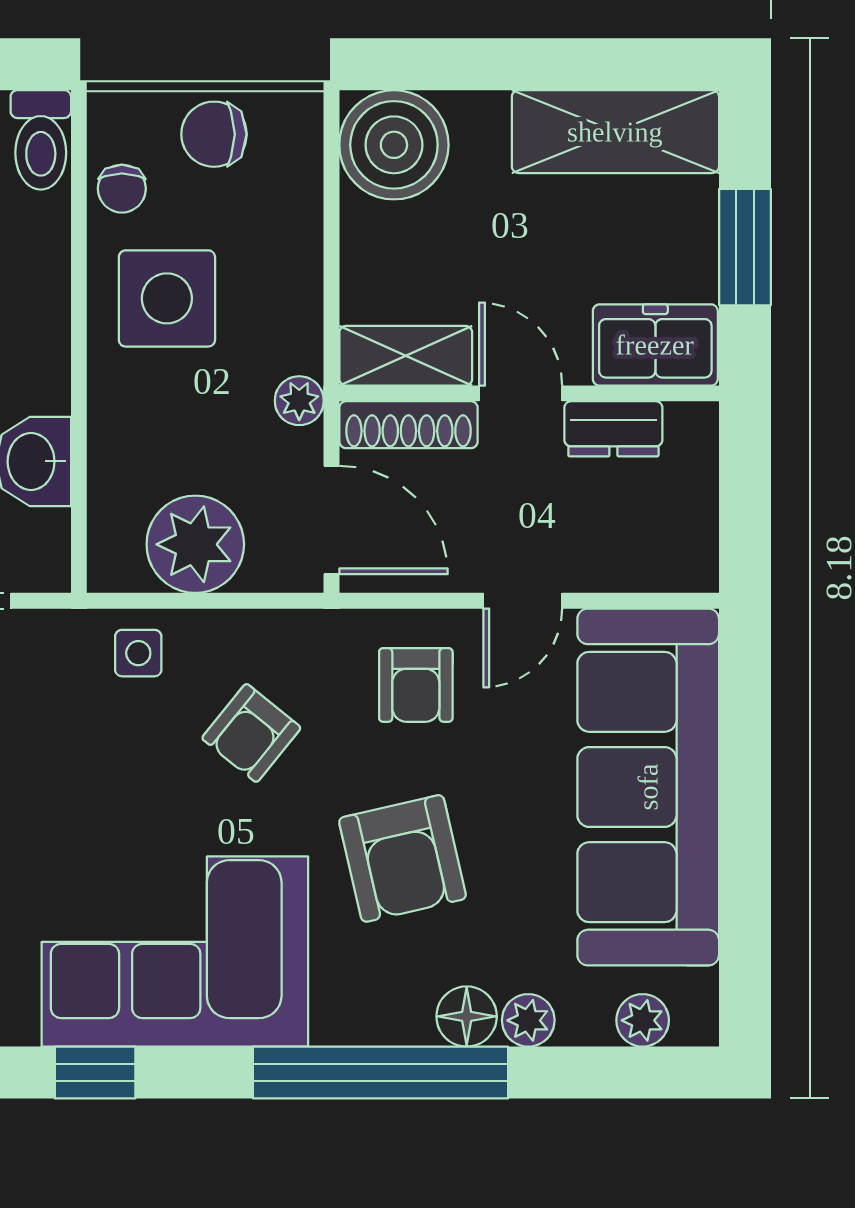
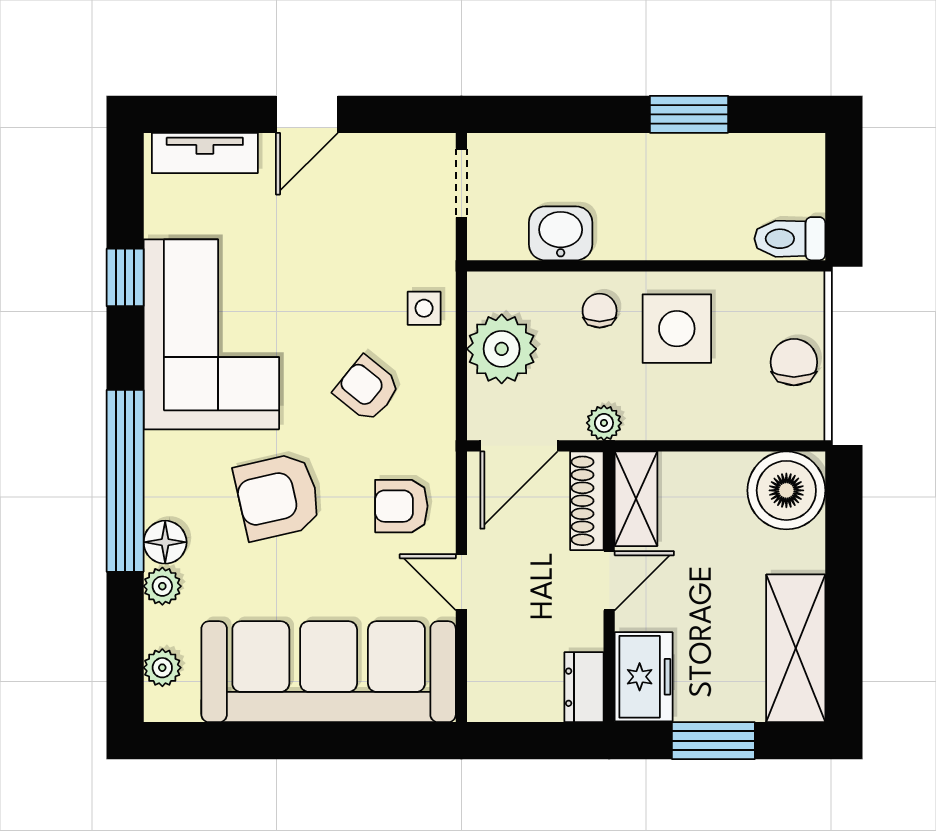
chair: (122, 189) -> (600, 311), moved, turned 90
dresser: (613, 429) -> (584, 687), moved

